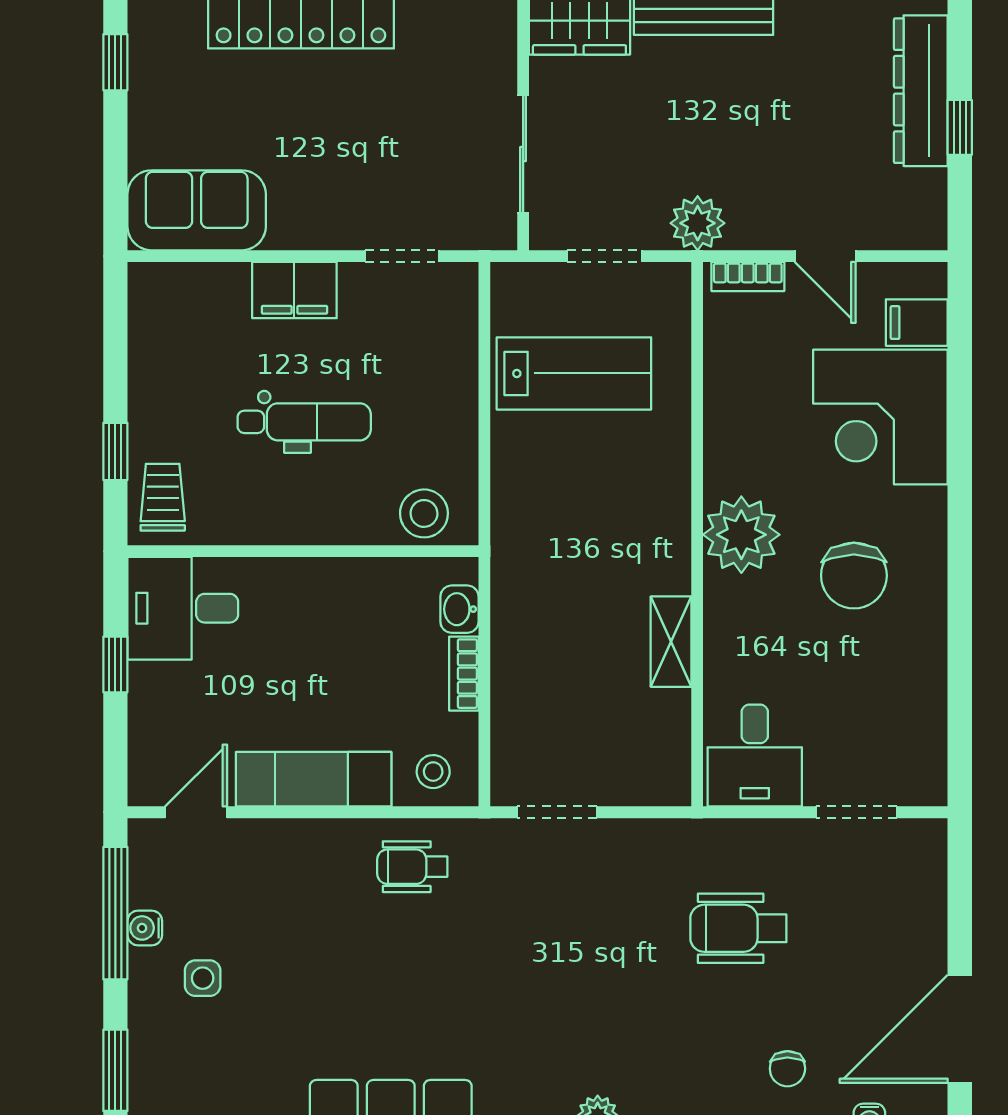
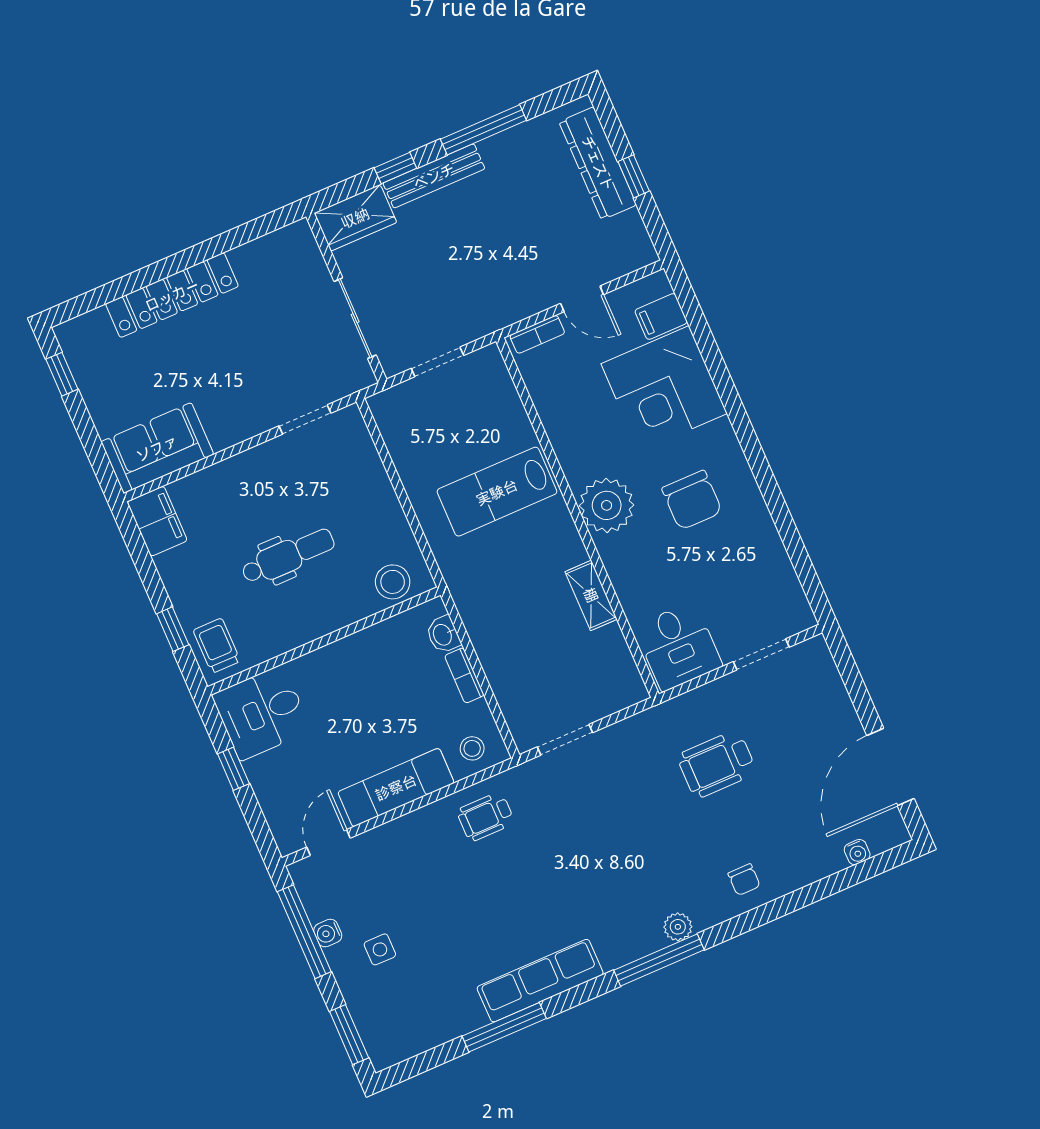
plant: (698, 223) -> (489, 314), removed
filing cabinet: (294, 290) -> (157, 521), moved, turned -90
lab bench: (574, 373) -> (497, 492), moved, turned 180
chair: (787, 1069) -> (744, 880), moved

